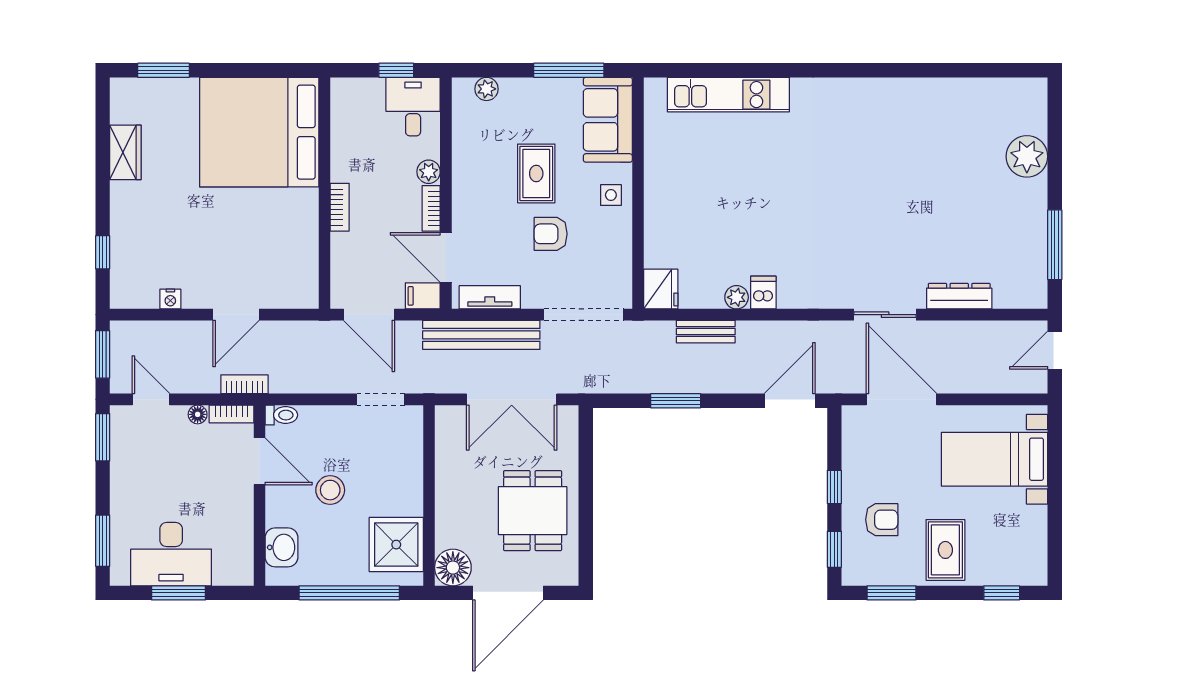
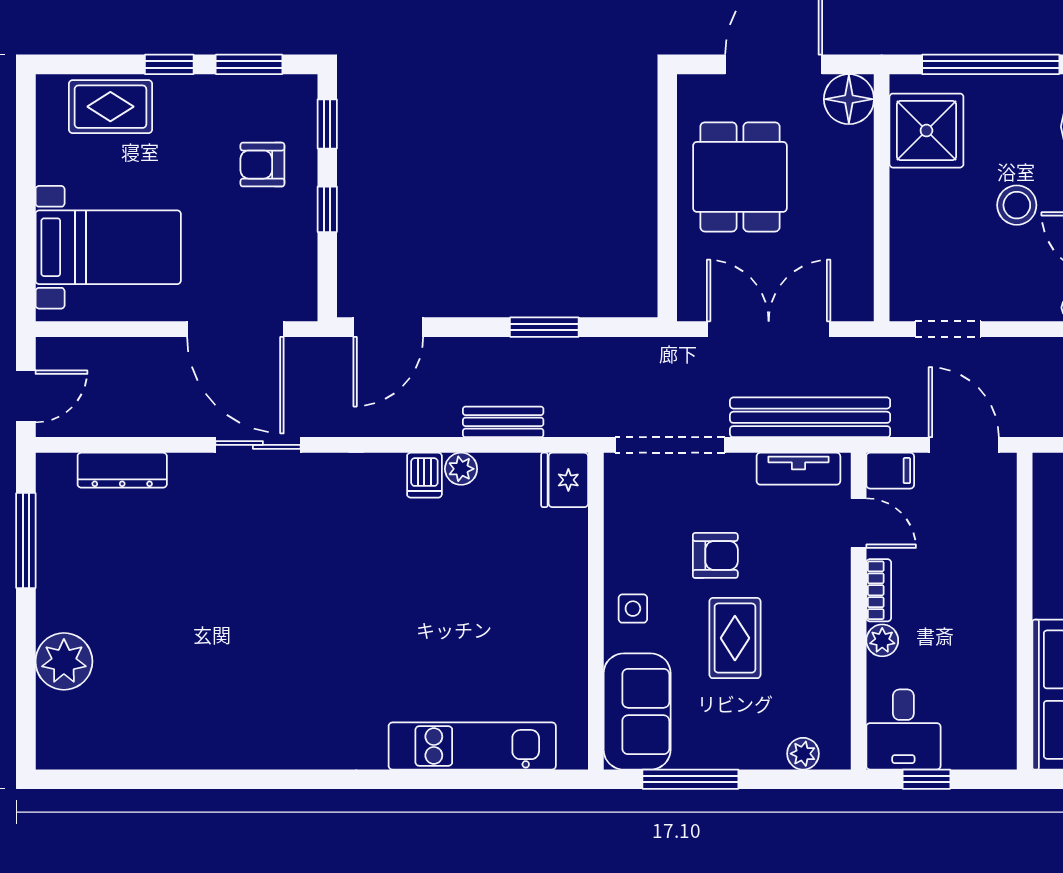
bookcase: (340, 207) -> (1004, 592), removed
door: (446, 257) -> (859, 523), width x0.73
dresser: (959, 296) -> (122, 470), moved
rug: (945, 550) -> (110, 107), moved, turned 90
window: (1002, 593) -> (169, 64), moved

